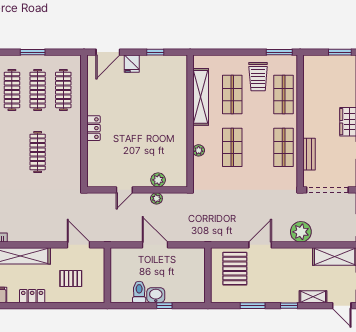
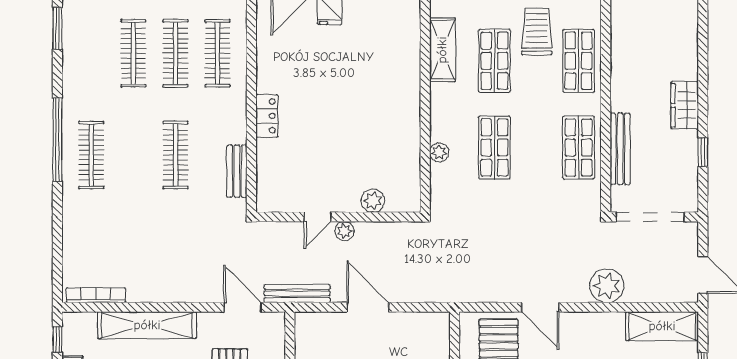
trolley: (258, 77) -> (537, 32), turned 180
shelving: (201, 97) -> (442, 50), width x0.68
bench: (309, 154) -> (620, 149), width x1.36
bench: (75, 162) -> (237, 171), added
plant: (156, 198) -> (344, 231), moved
bench: (112, 237) -> (297, 293), added
door: (260, 245) -> (540, 307), swing flipped

